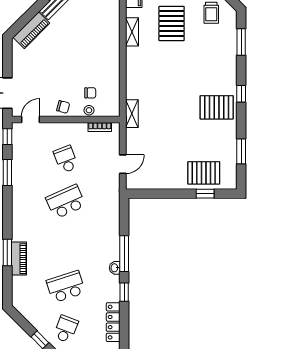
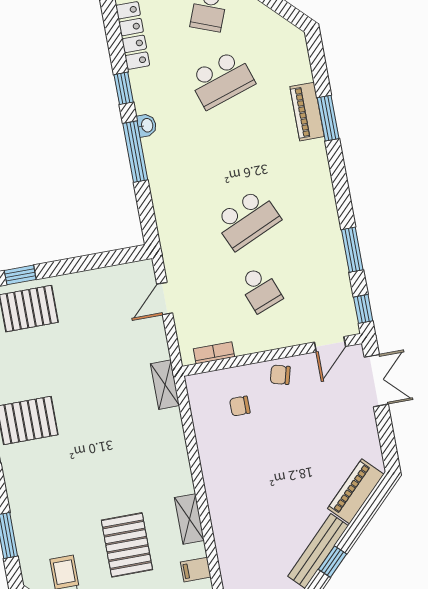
stool: (89, 110) -> (237, 377), removed

